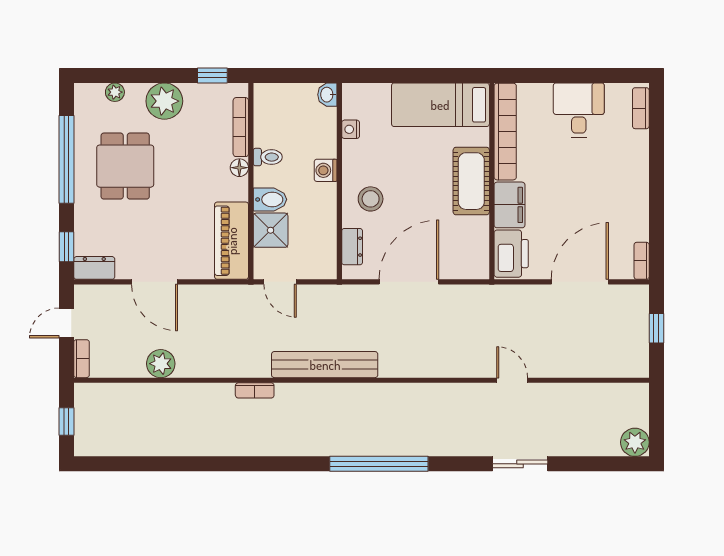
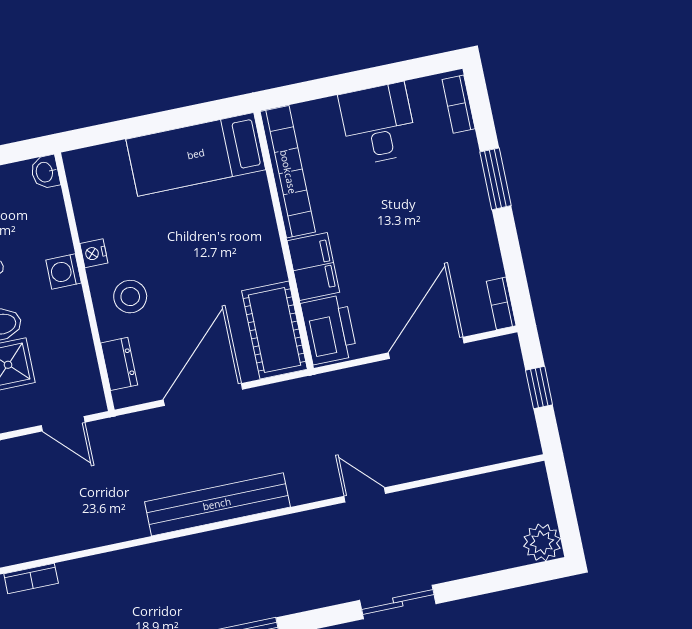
nightstand: (351, 129) -> (94, 253), moved
window: (656, 169) -> (496, 179), added
cot: (471, 181) -> (275, 330), moved
door: (280, 282) -> (63, 424), moved
bench: (325, 365) -> (217, 504), moved

